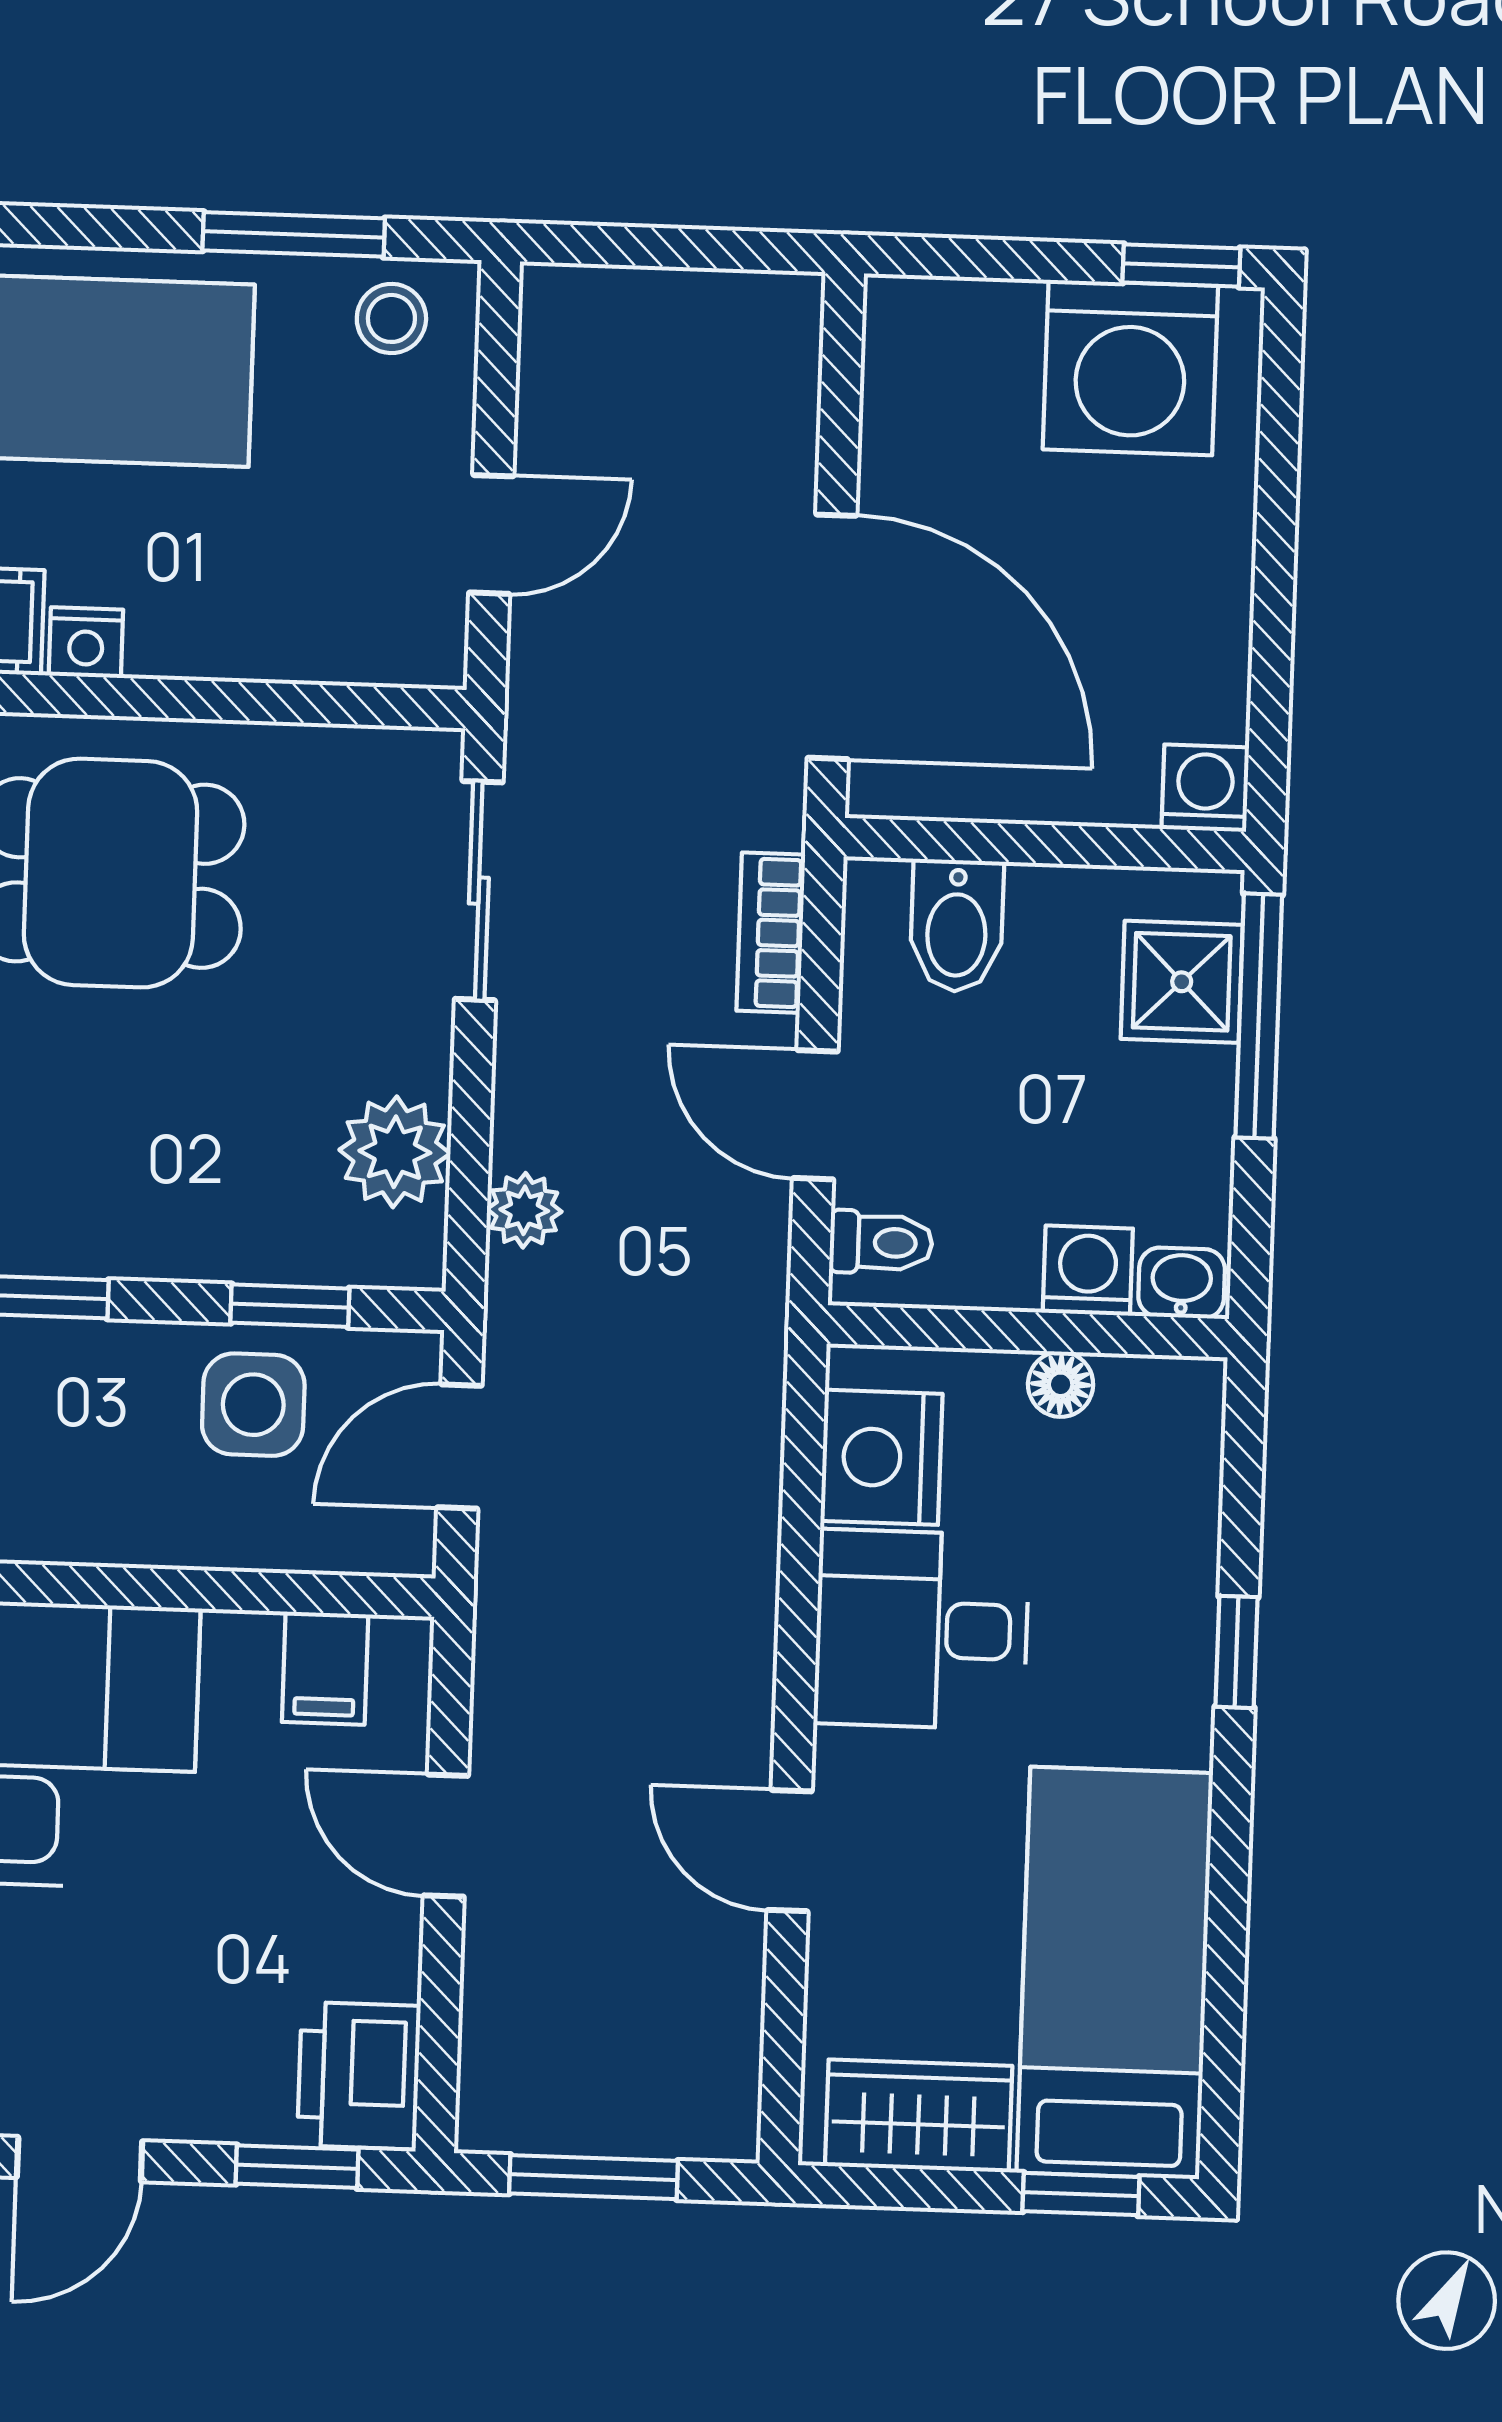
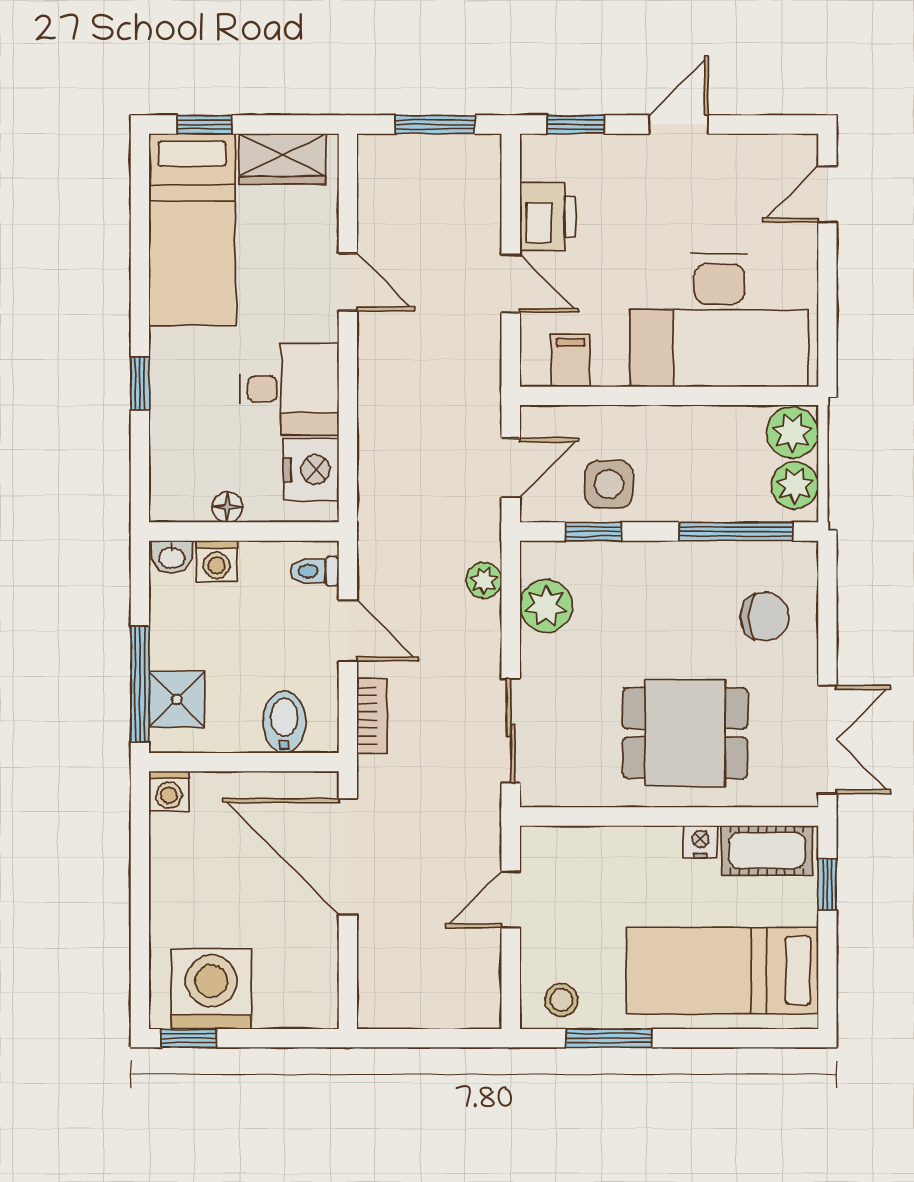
printer: (359, 2076) -> (548, 217), moved

